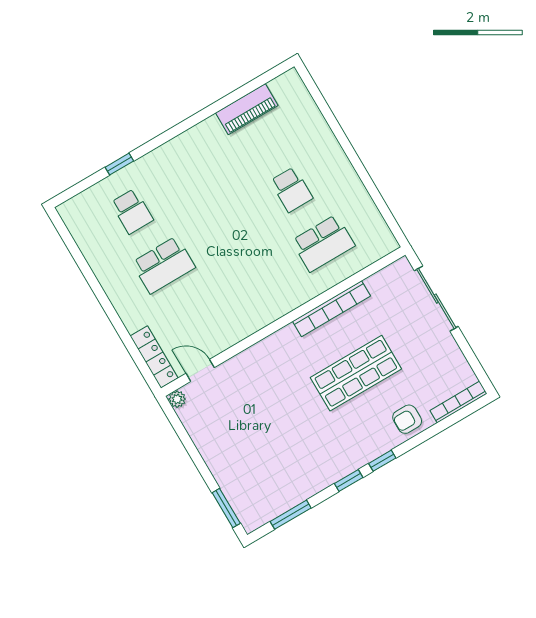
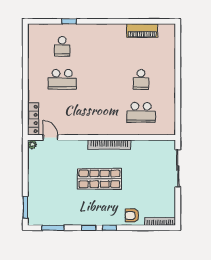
bookcase: (332, 309) -> (109, 145), moved
shop shelf: (356, 373) -> (99, 179), moved

